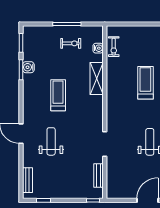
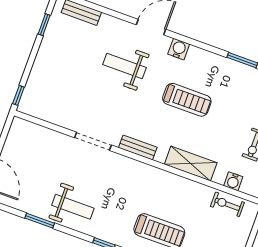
water cooler: (28, 67) -> (179, 49), moved
weight bench: (51, 141) -> (124, 66), turned 180
bench: (99, 176) -> (138, 147), moved

